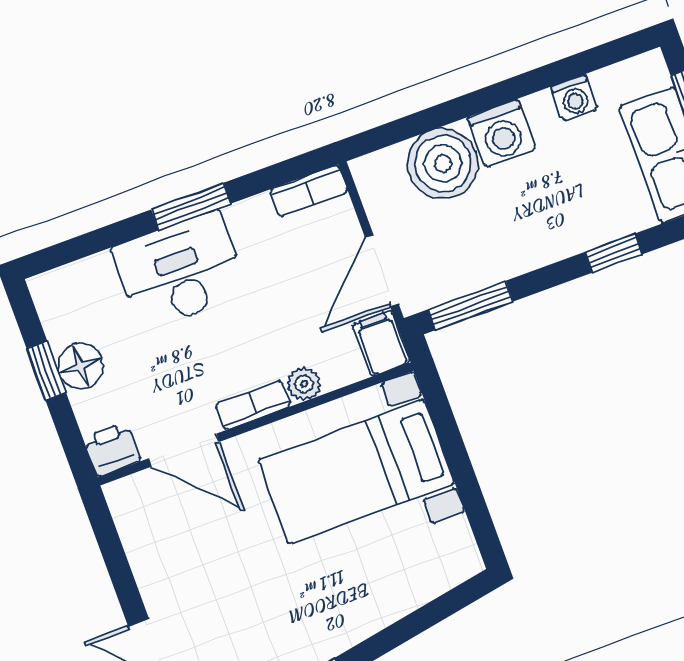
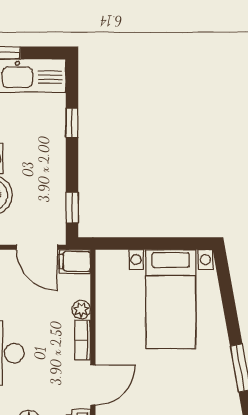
window: (470, 306) -> (72, 208), width x0.67
bed with nightstands: (356, 472) -> (171, 299), moved

